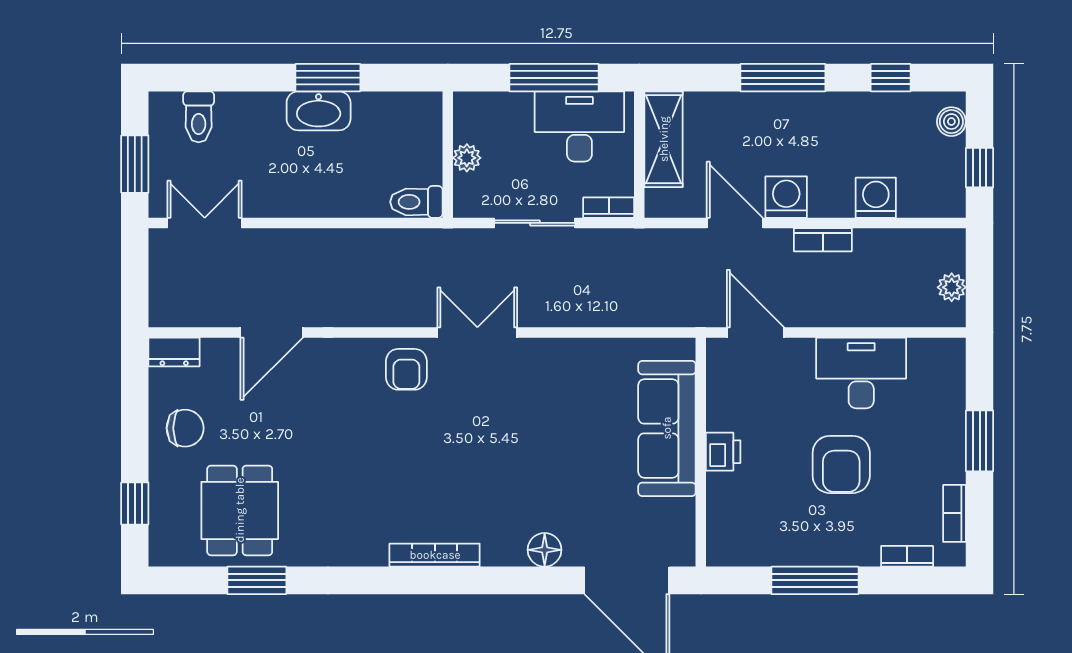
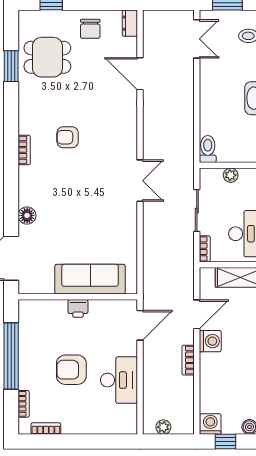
washing machine: (876, 198) -> (210, 424), moved, turned -90
armchair: (406, 369) -> (68, 137), moved
window: (980, 441) -> (84, 442), removed
bookcase: (435, 555) -> (24, 150), width x0.64
window: (815, 580) -> (11, 356), width x1.46

